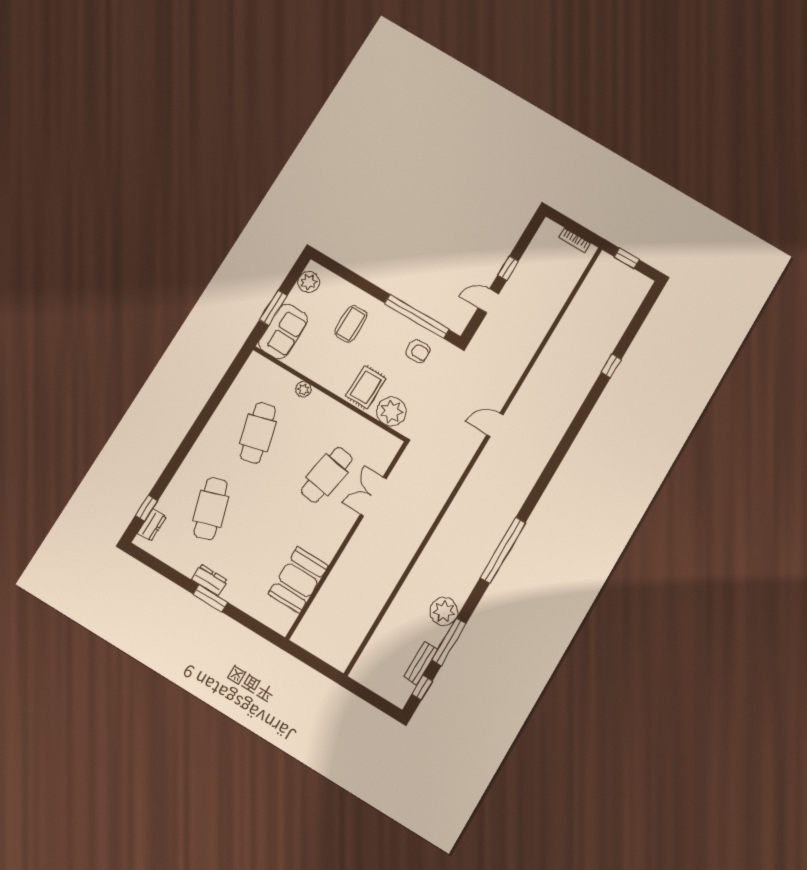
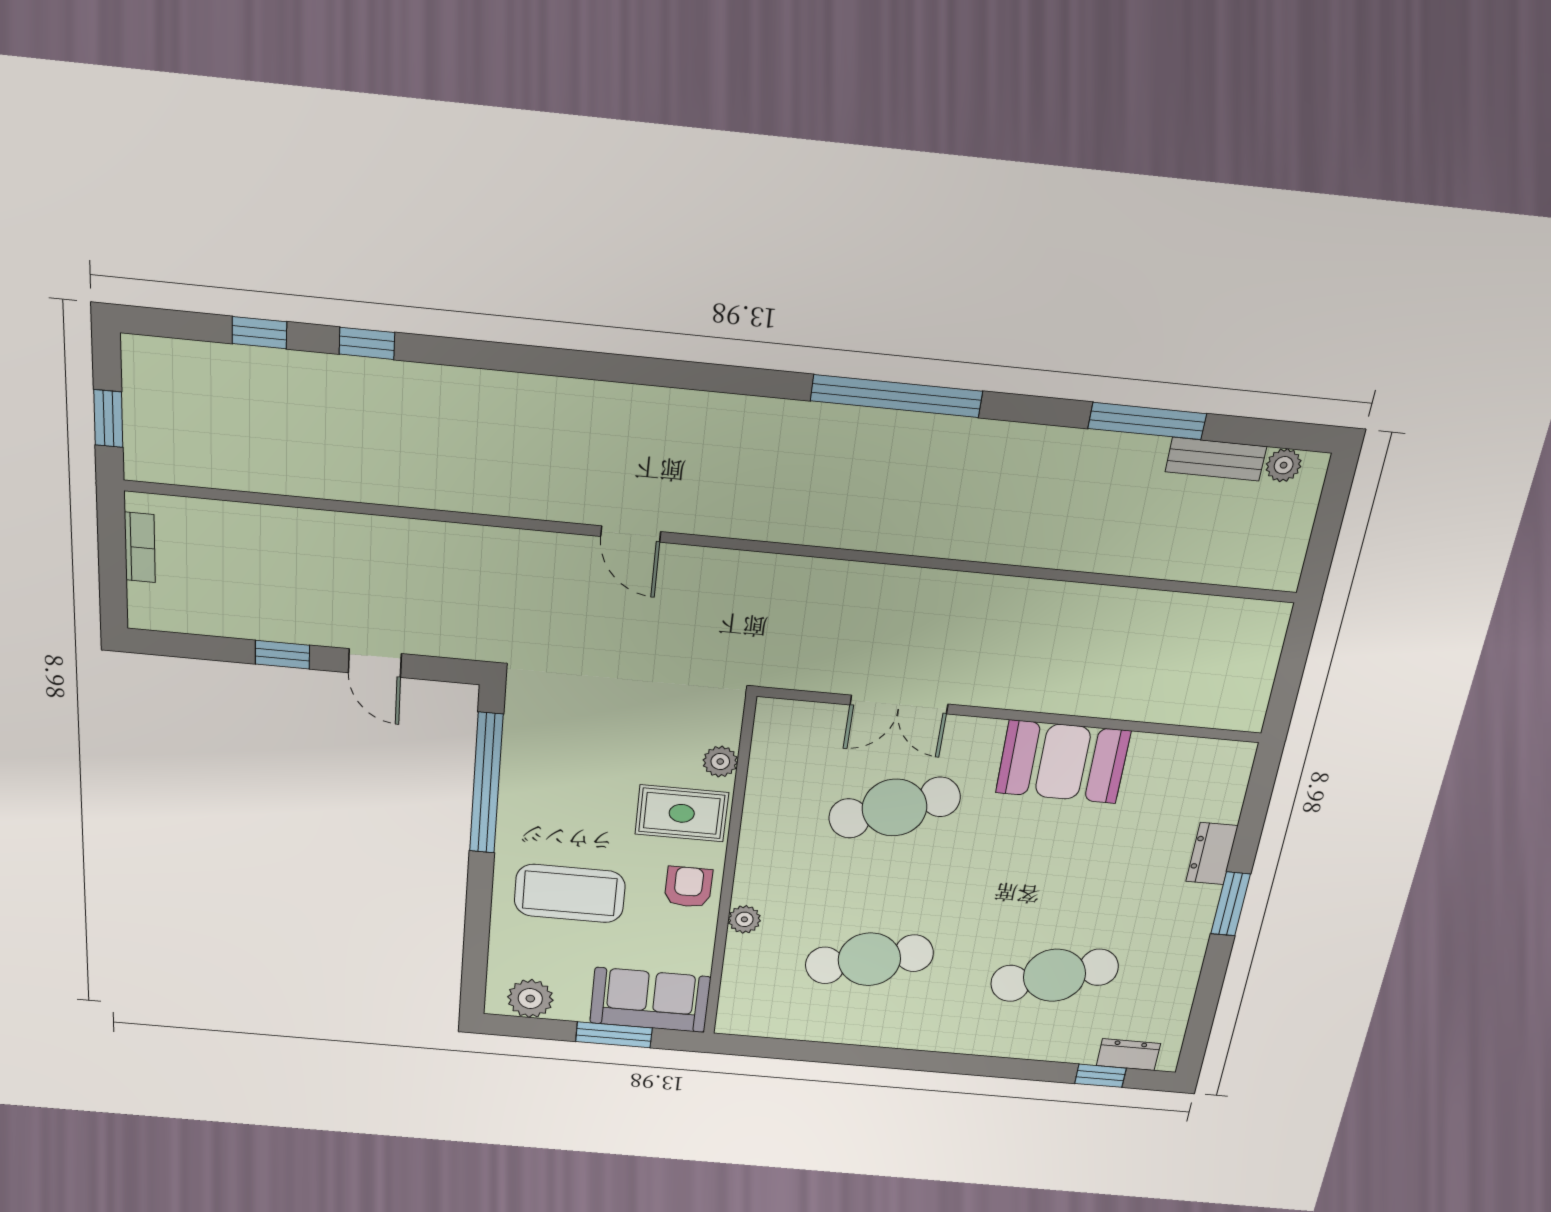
coffee table: (351, 324) -> (570, 893), width x1.36, depth x1.32
armchair: (418, 351) -> (688, 887), moved
plant: (391, 411) -> (720, 762), width x0.53, depth x0.53
cafe table: (327, 475) -> (894, 808), turned -30
dresser: (209, 580) -> (1212, 854), moved
booth: (298, 580) -> (1063, 762), moved
plant: (444, 611) -> (1284, 465), moved, width x0.53, depth x0.53
window: (422, 687) -> (259, 333), moved

